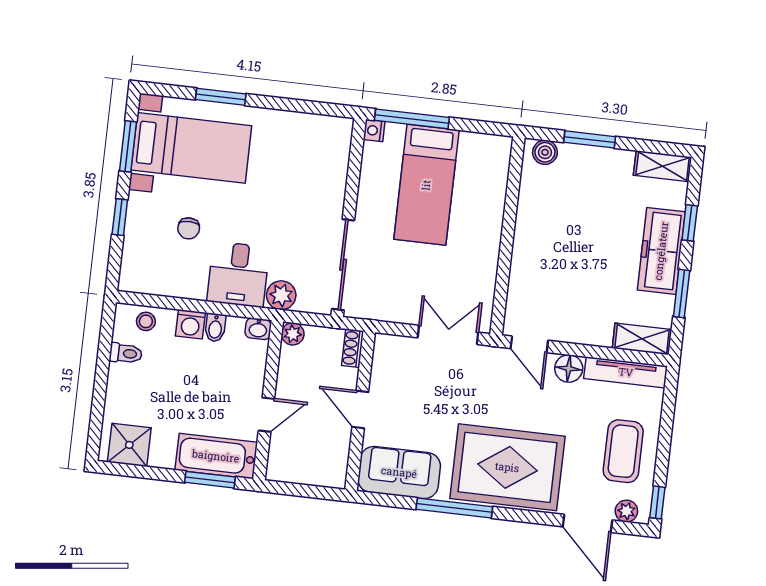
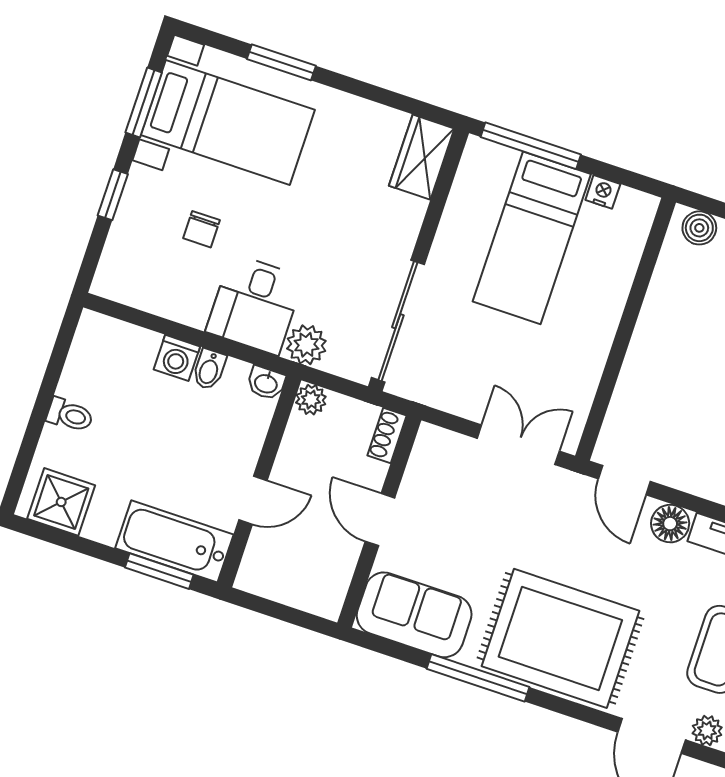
nightstand: (374, 131) -> (603, 192), moved, turned 90
wardrobe: (335, 144) -> (422, 157), added
stool: (146, 321) -> (118, 342), removed
toilet: (126, 353) -> (70, 415), moved

